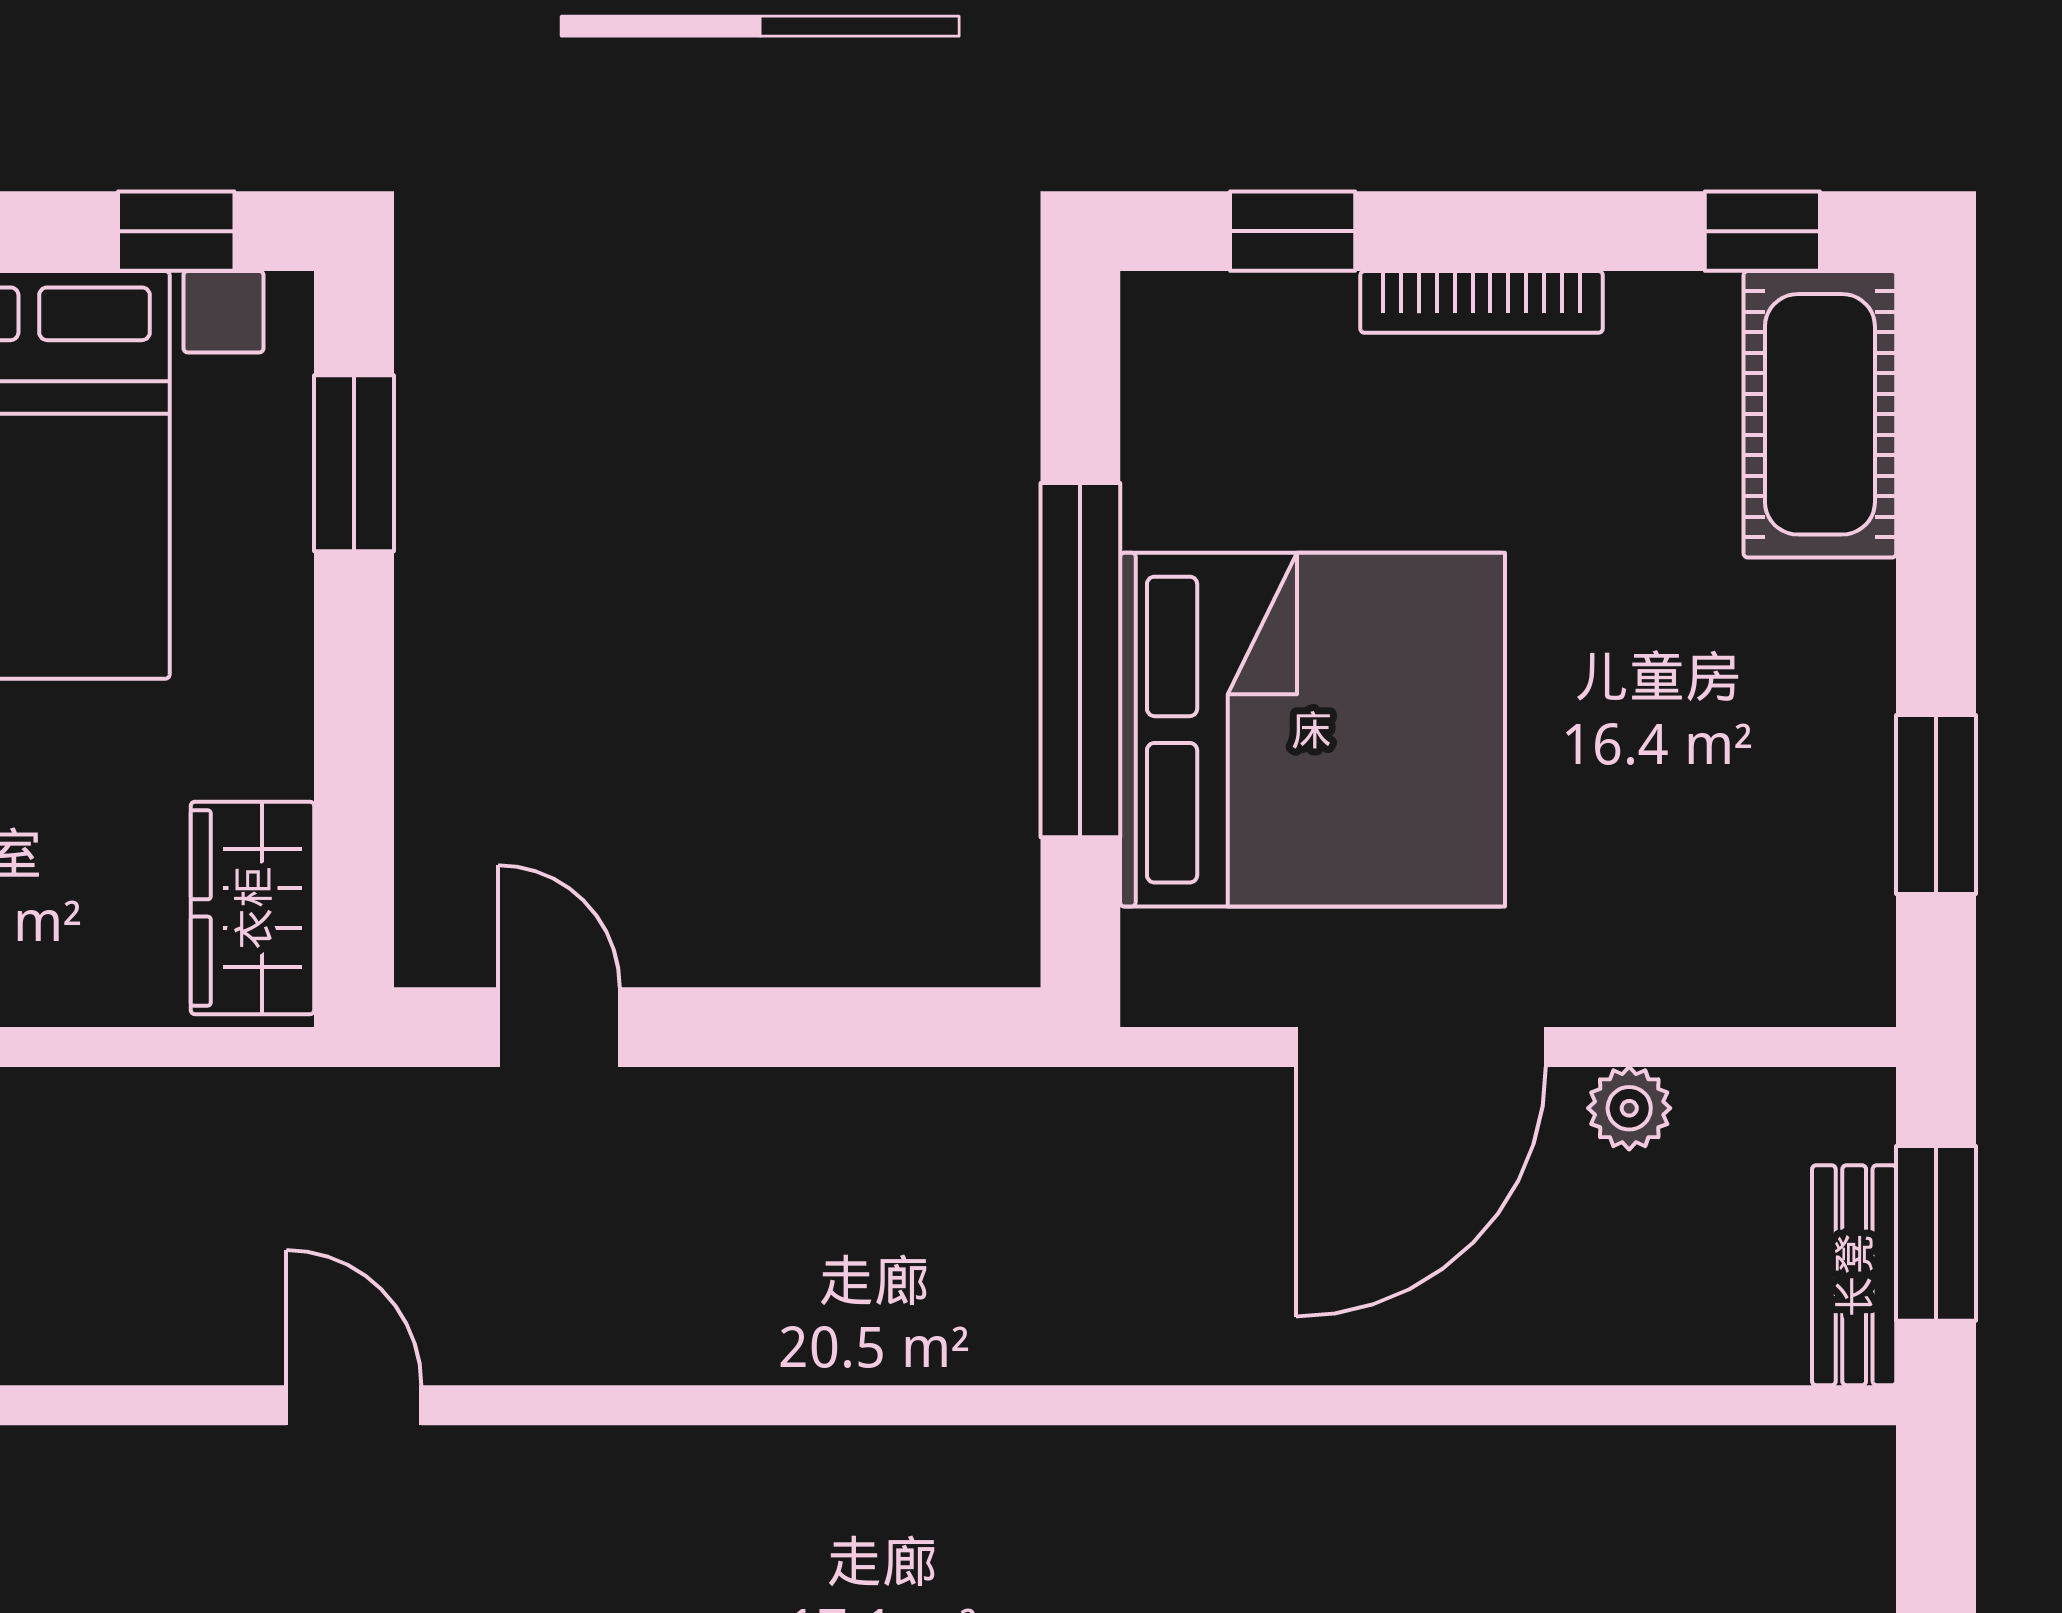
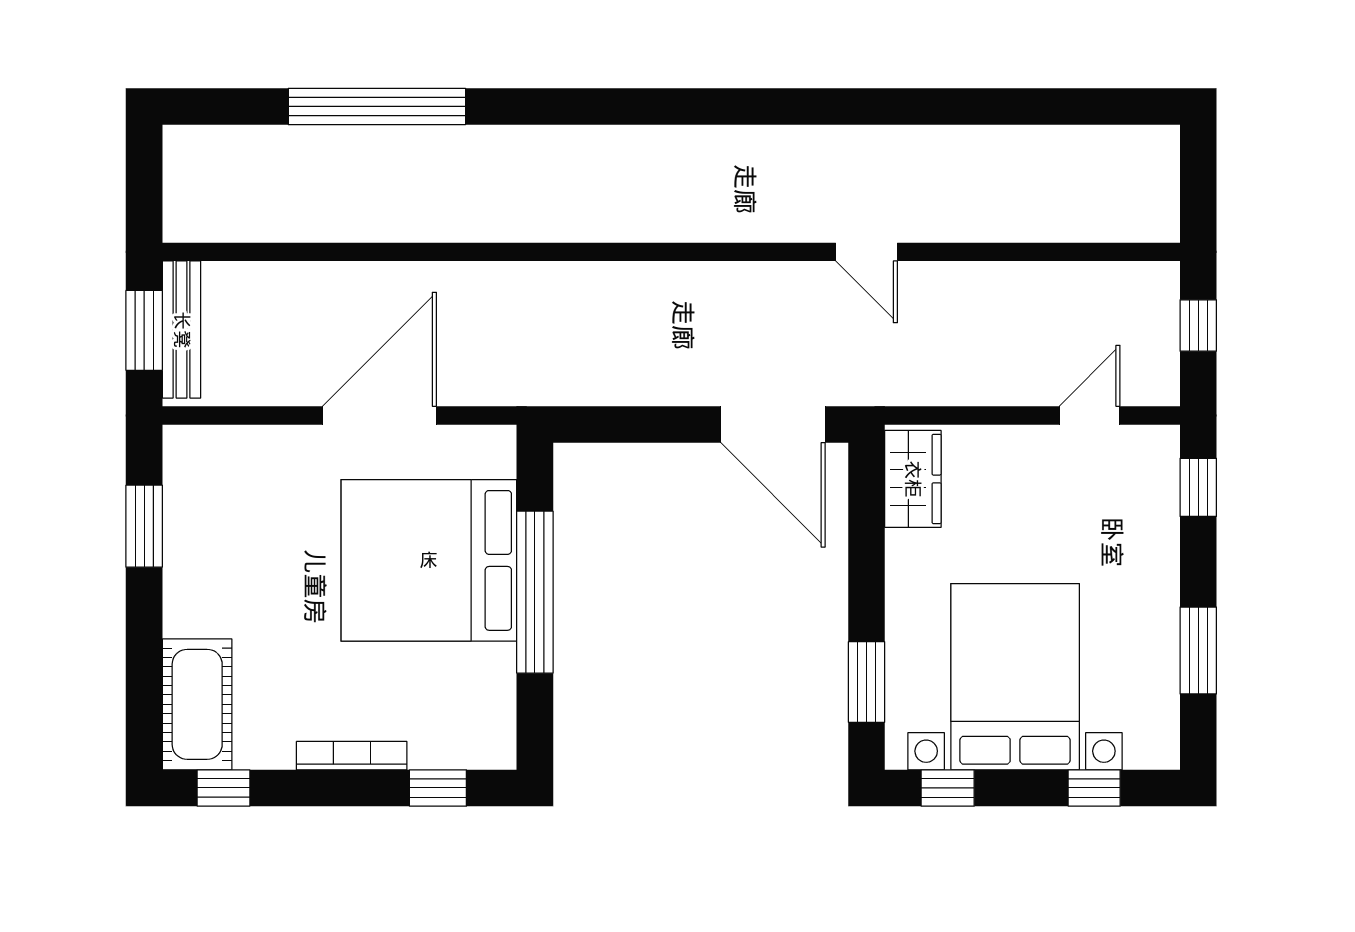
door: (559, 1027) -> (773, 425), width x1.88
plant: (1629, 1108) -> (284, 387), removed
bench: (1854, 1275) -> (182, 330), width x1.36

